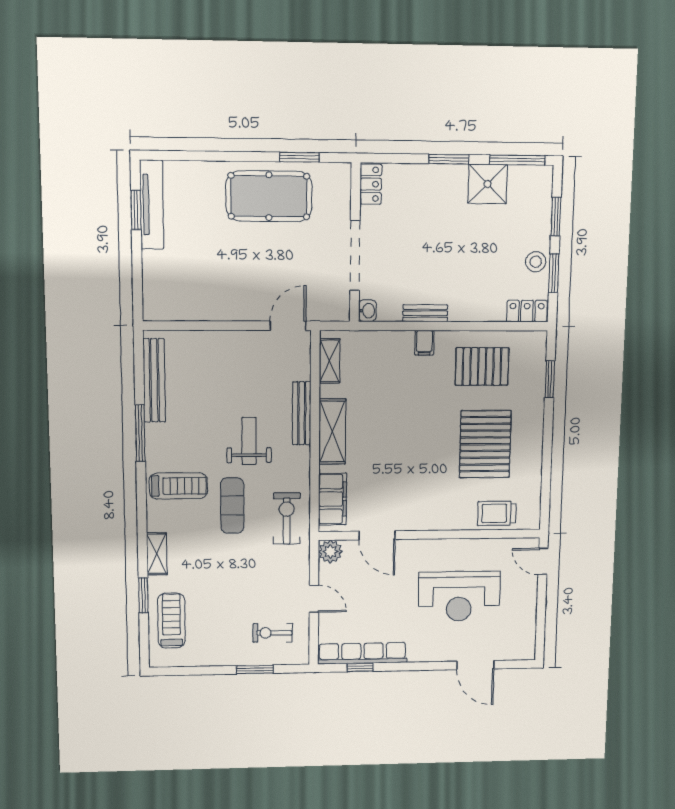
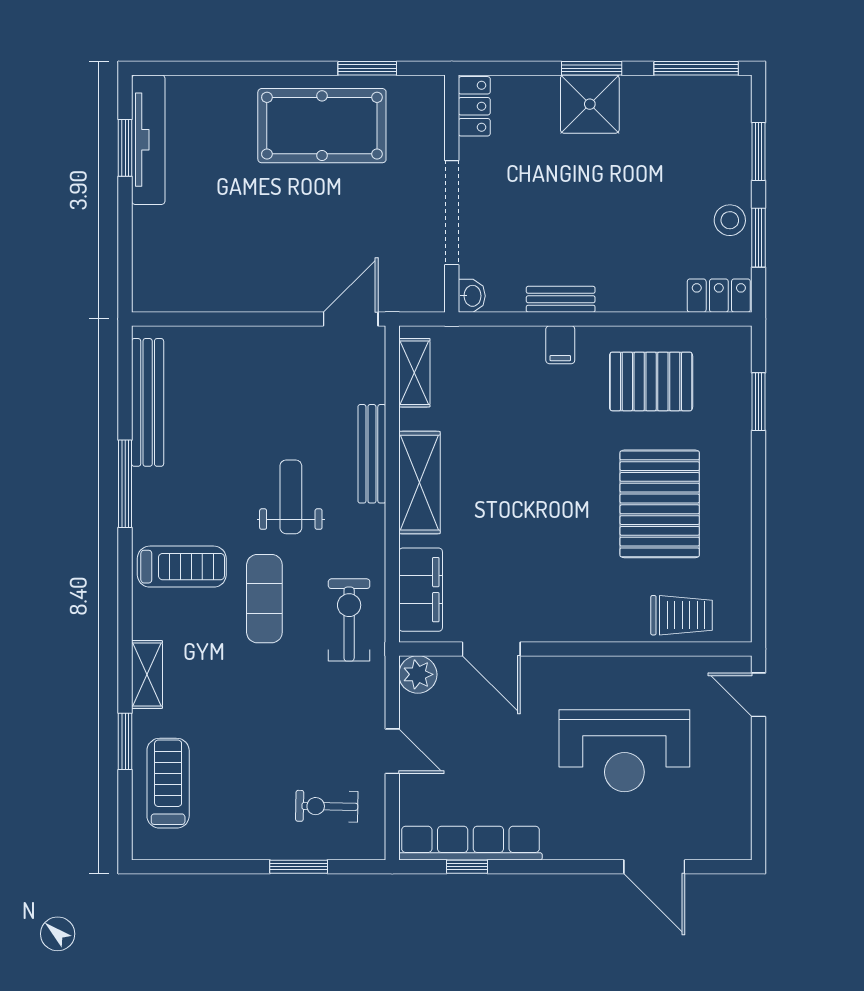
shower: (488, 184) -> (590, 104), moved
trolley: (497, 513) -> (682, 615), turned 180

